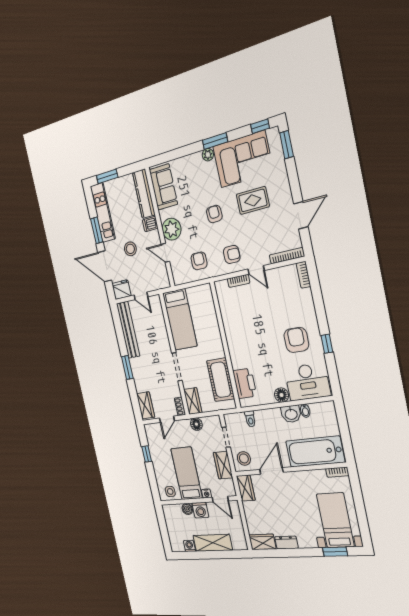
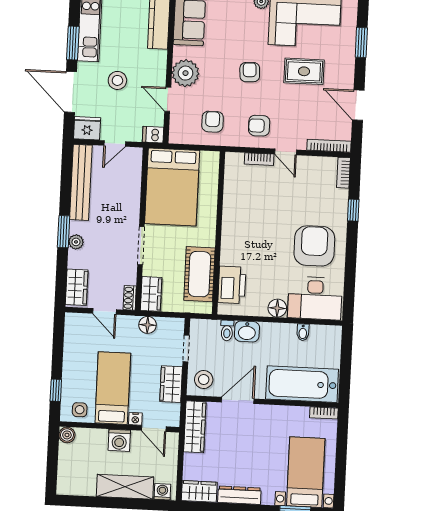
window: (287, 145) -> (361, 42), moved
door: (301, 215) -> (358, 105), swing flipped
dishwasher: (150, 224) -> (153, 135), moved
armchair: (232, 254) -> (259, 126), turned 180
door: (141, 296) -> (115, 144), hinge flipped
bed: (180, 319) -> (172, 187), width x1.50
armchair: (296, 340) -> (314, 246), width x1.36, depth x1.36
window: (327, 344) -> (353, 210), moved
plant: (137, 373) -> (76, 242), added
washbasin: (291, 414) -> (247, 331), moved
door: (167, 419) -> (104, 311), hinge flipped
window: (147, 454) -> (56, 390), moved
wardrobe: (246, 488) -> (195, 427), width x1.50
boiler: (187, 509) -> (67, 435), moved
dresser: (286, 543) -> (239, 495), width x1.44
washing machine: (189, 546) -> (162, 492), moved

